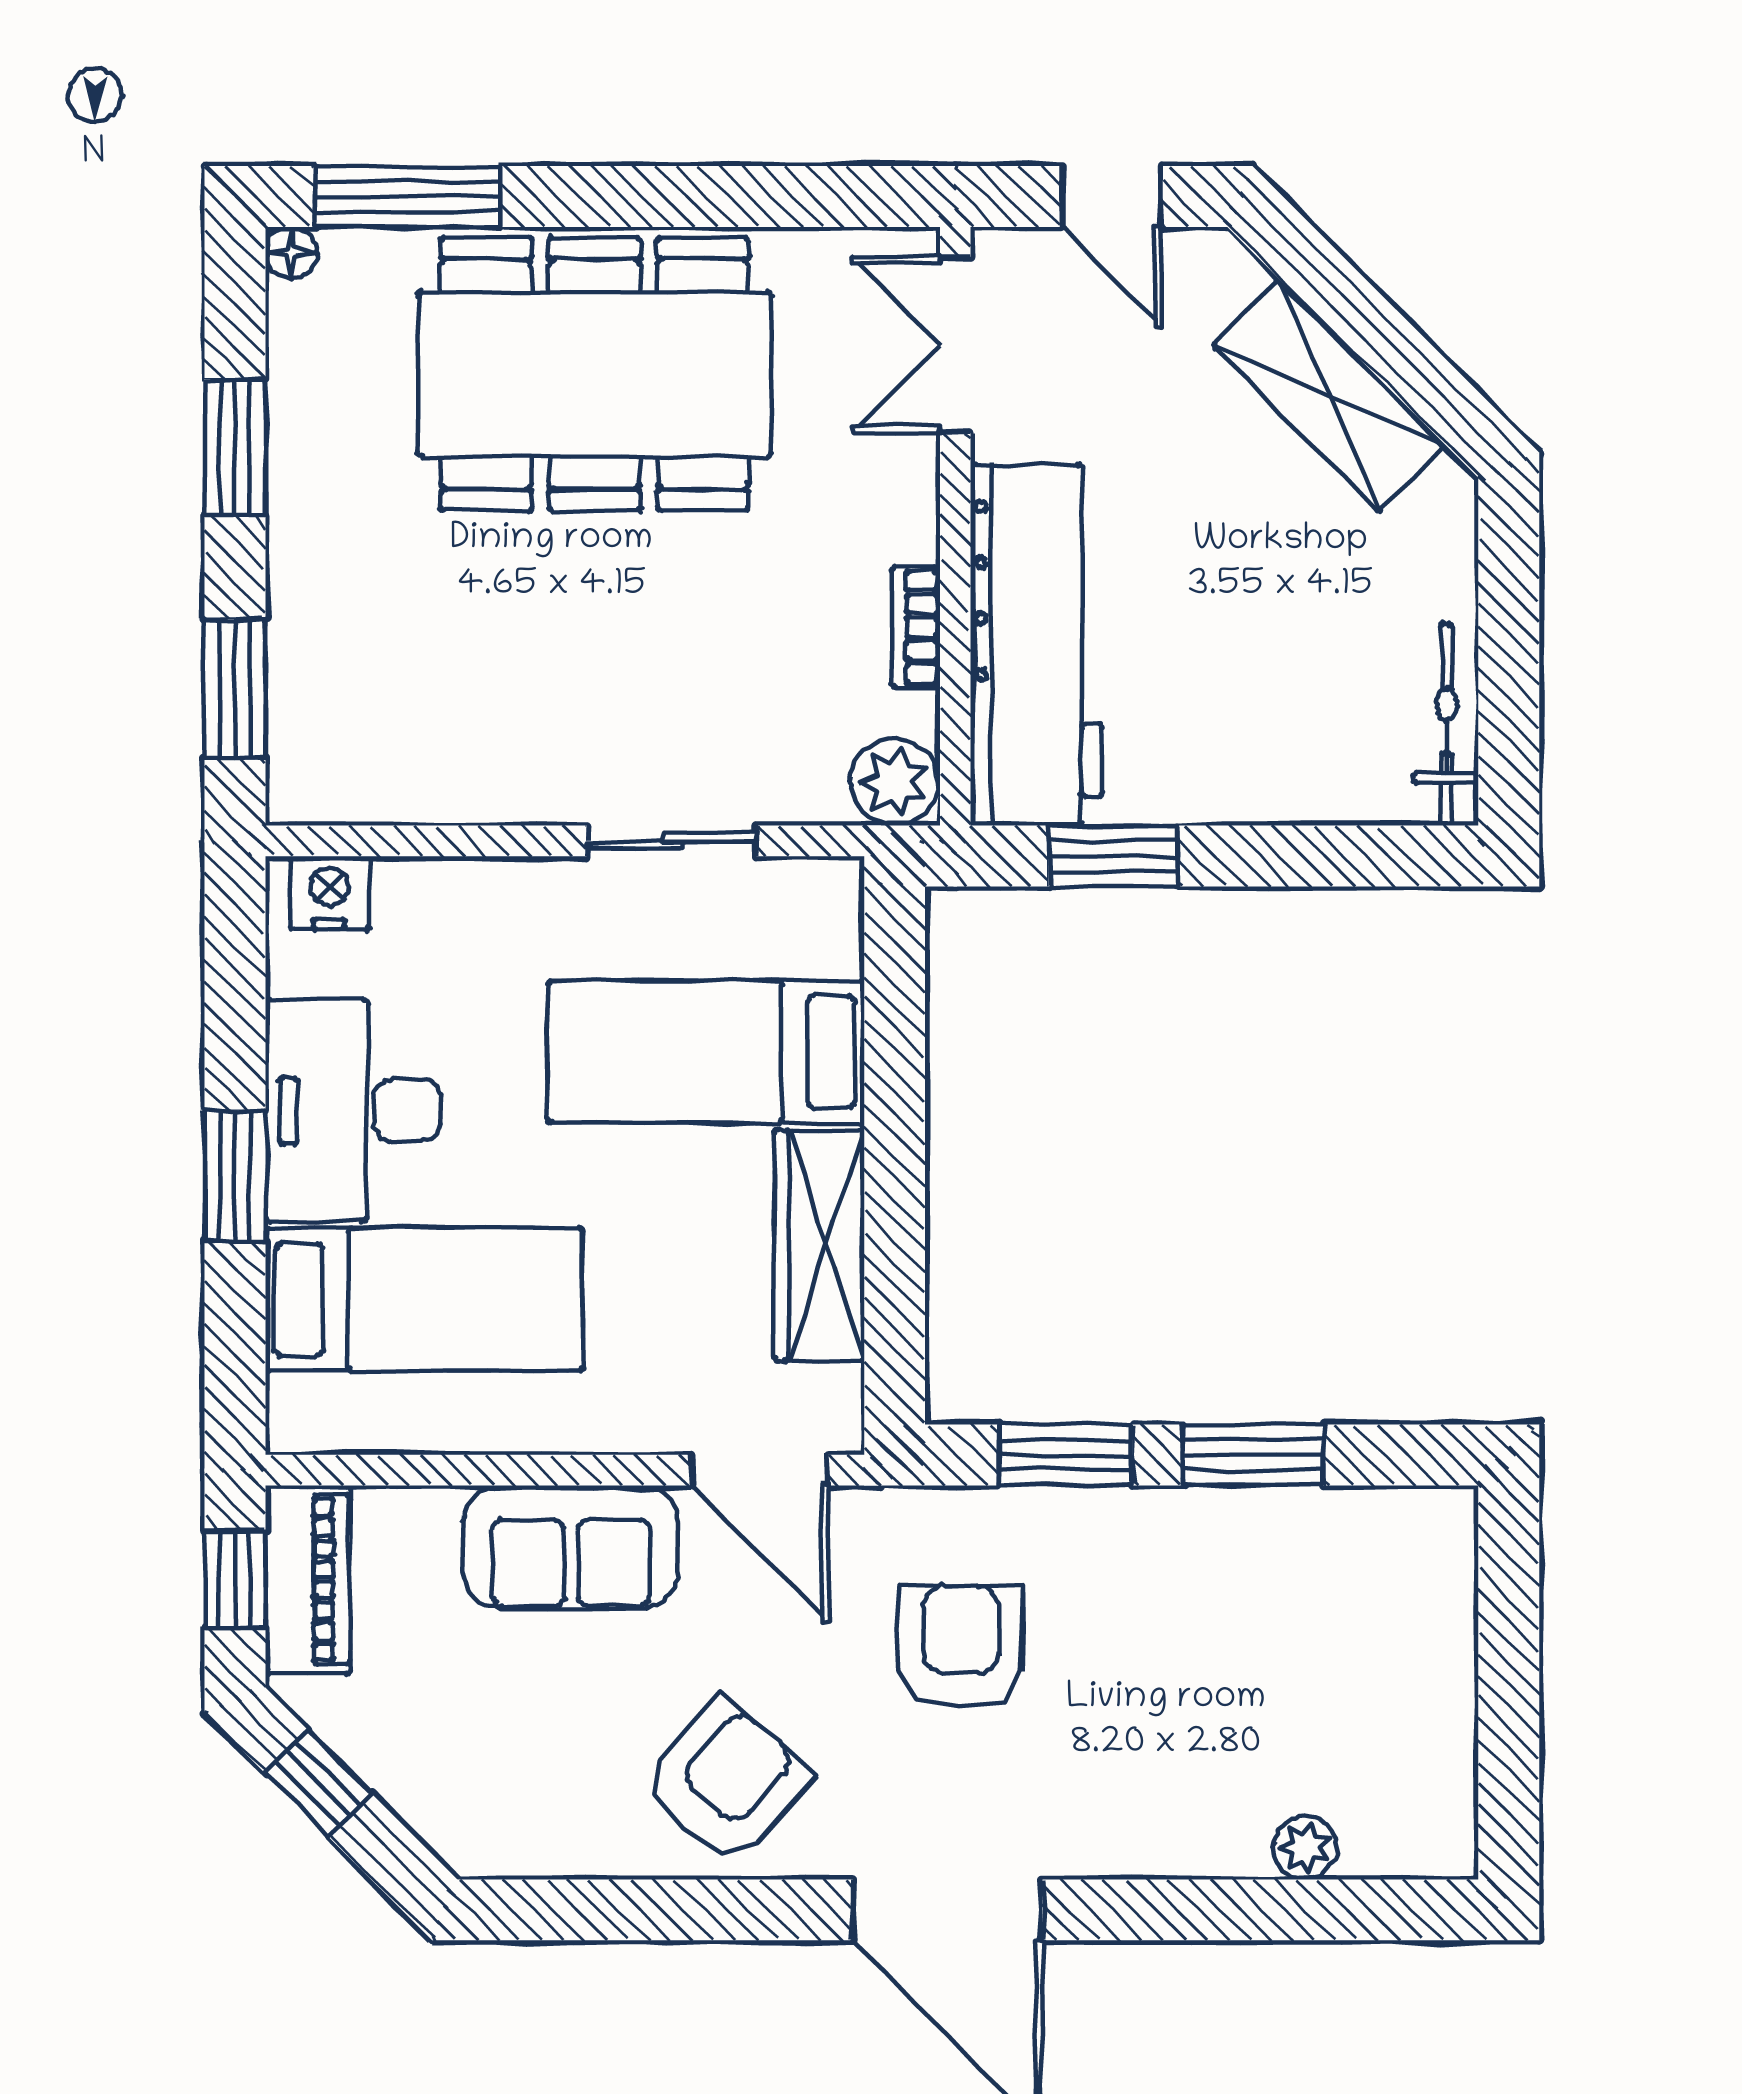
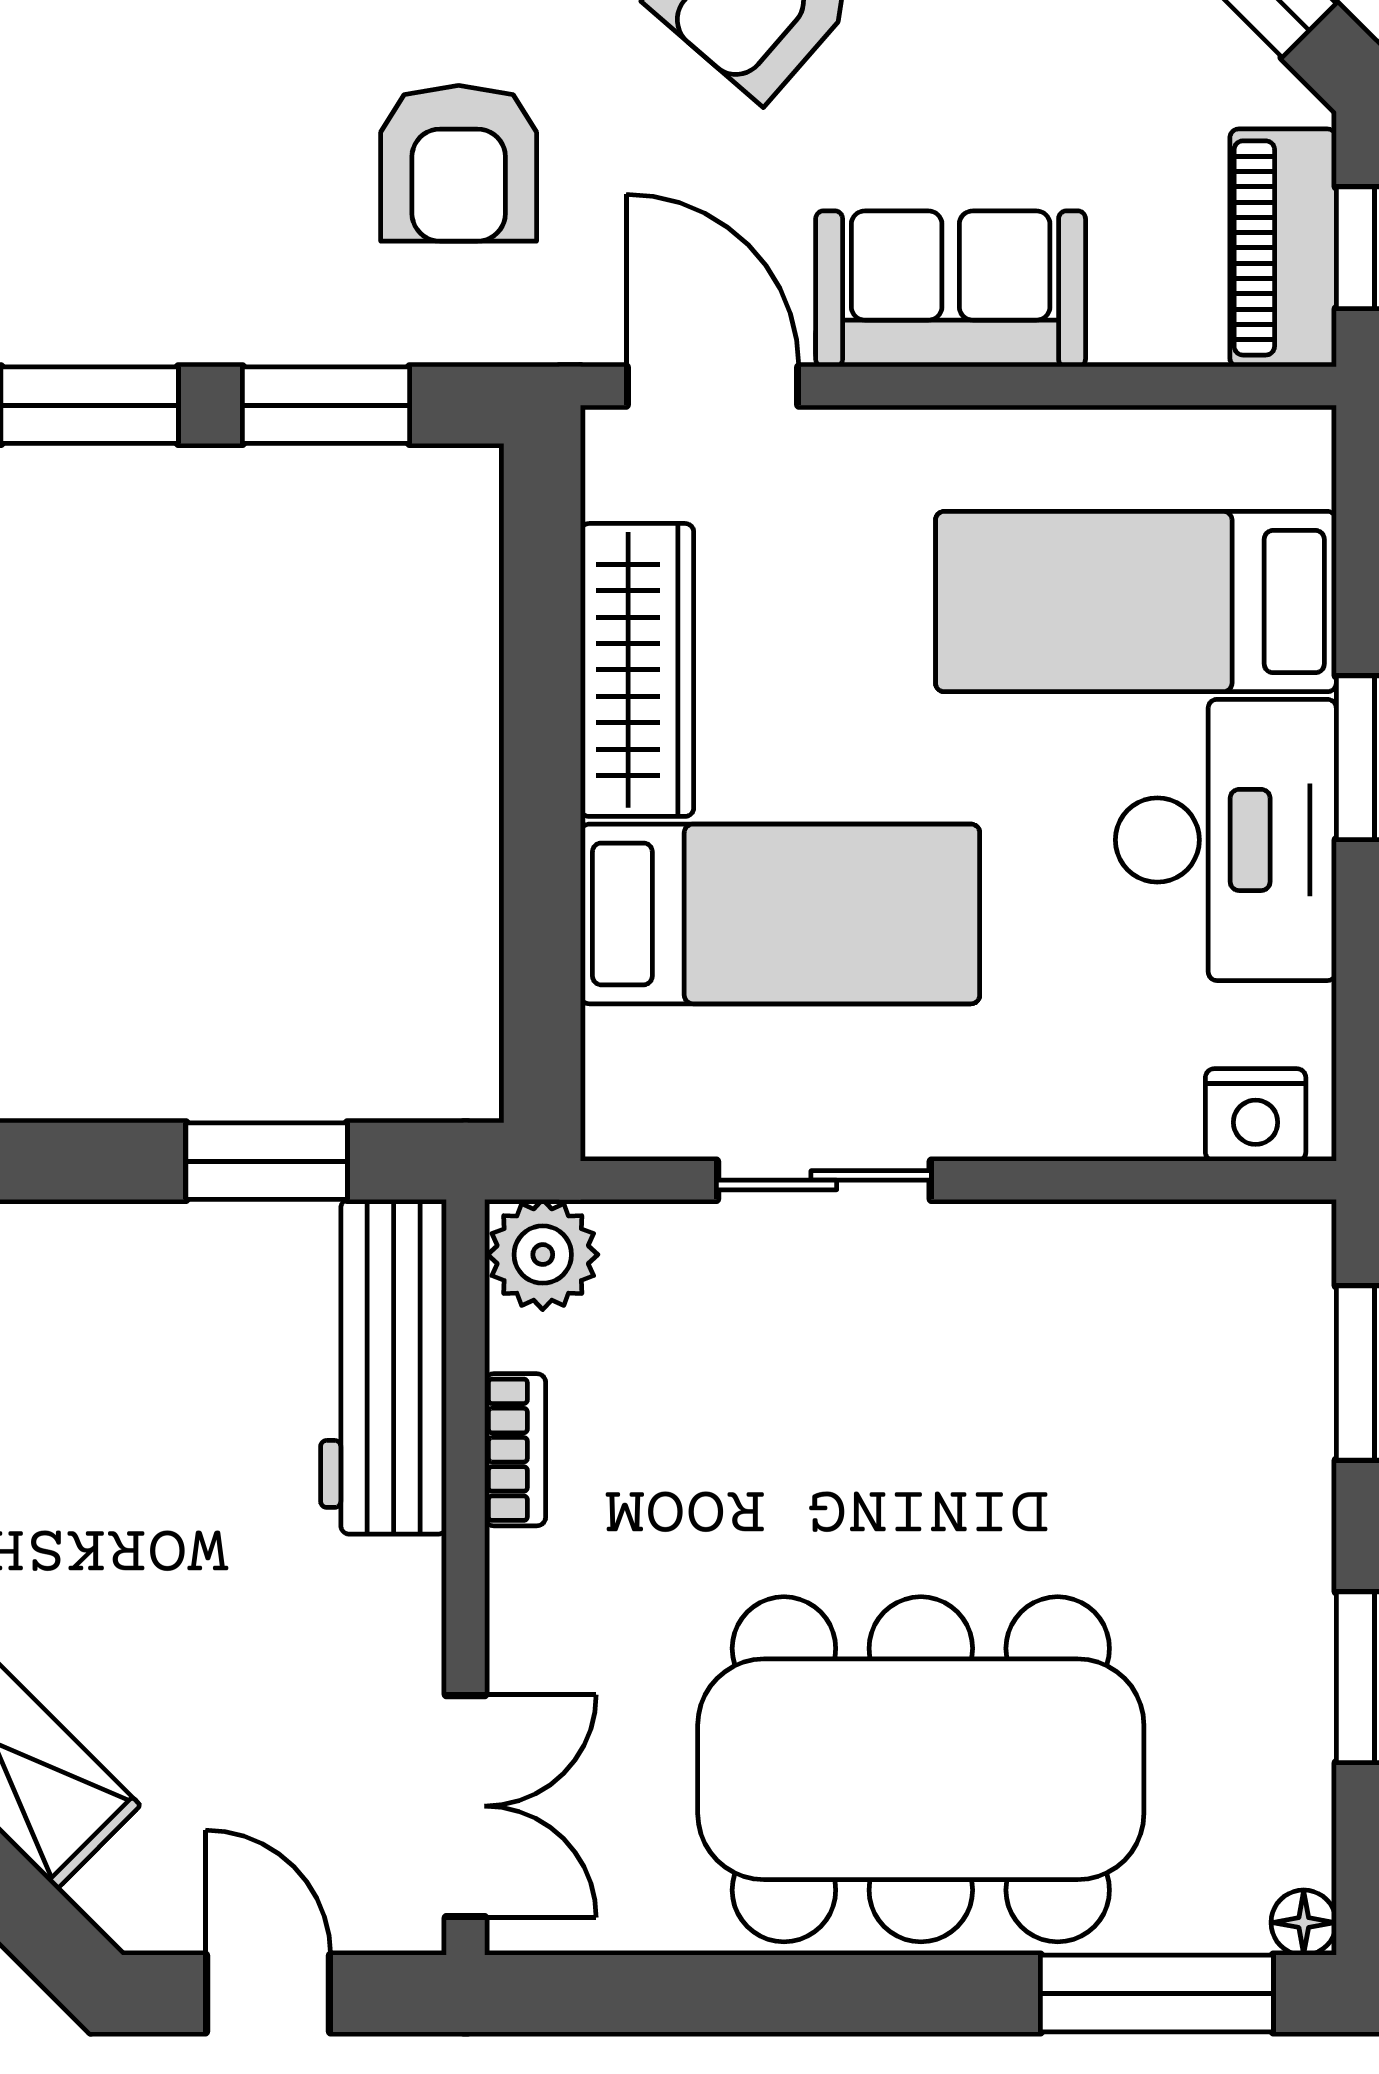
workbench: (1036, 645) -> (384, 1367), width x0.73, depth x0.76

